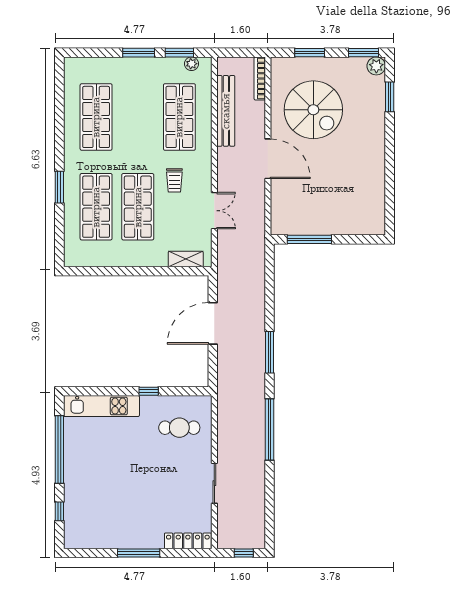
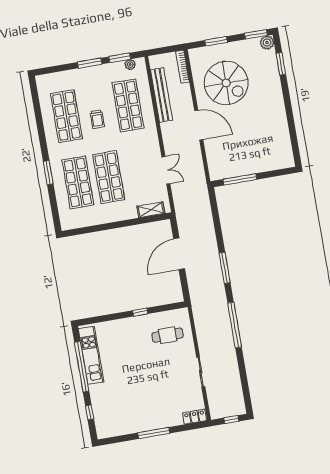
trolley: (174, 180) -> (97, 119), moved
kitchen unit: (101, 406) -> (91, 355), moved, turned -90
locker: (188, 541) -> (195, 417), width x0.66

